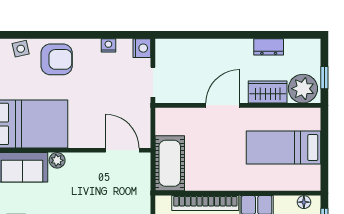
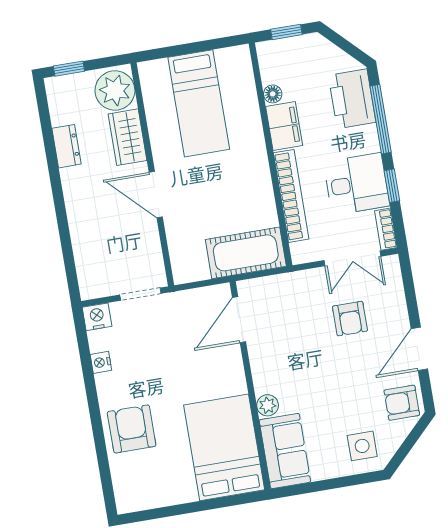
side table: (21, 49) -> (125, 480), removed
window: (324, 78) -> (69, 69), moved
floor lamp: (304, 202) -> (273, 94), moved

